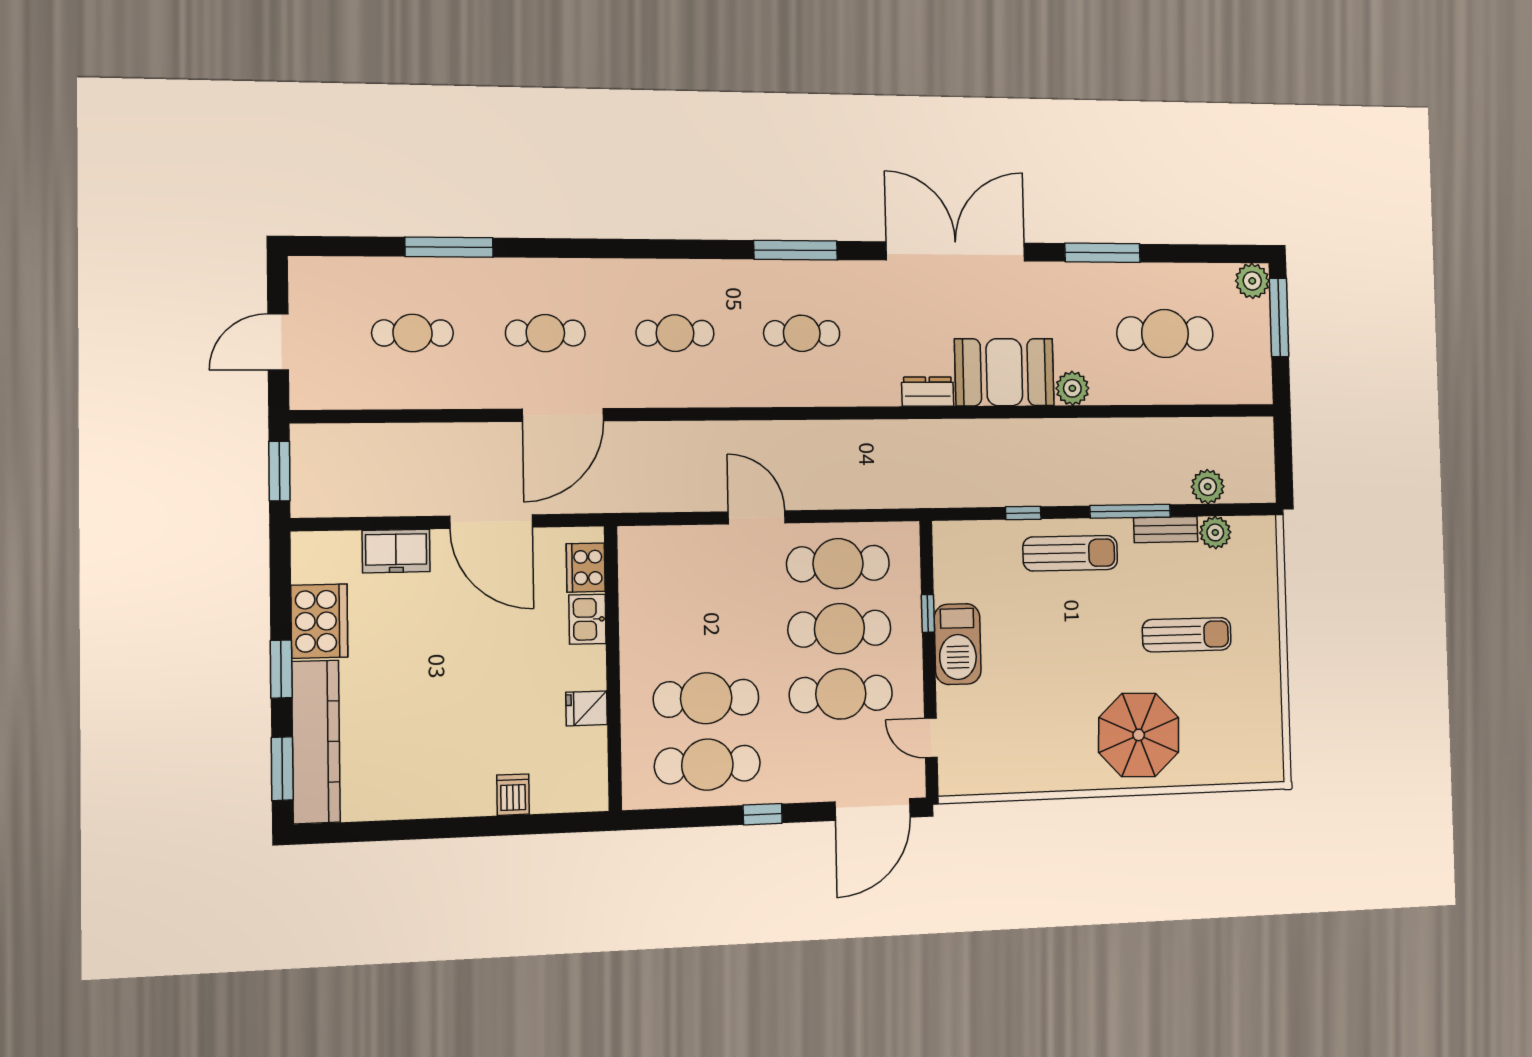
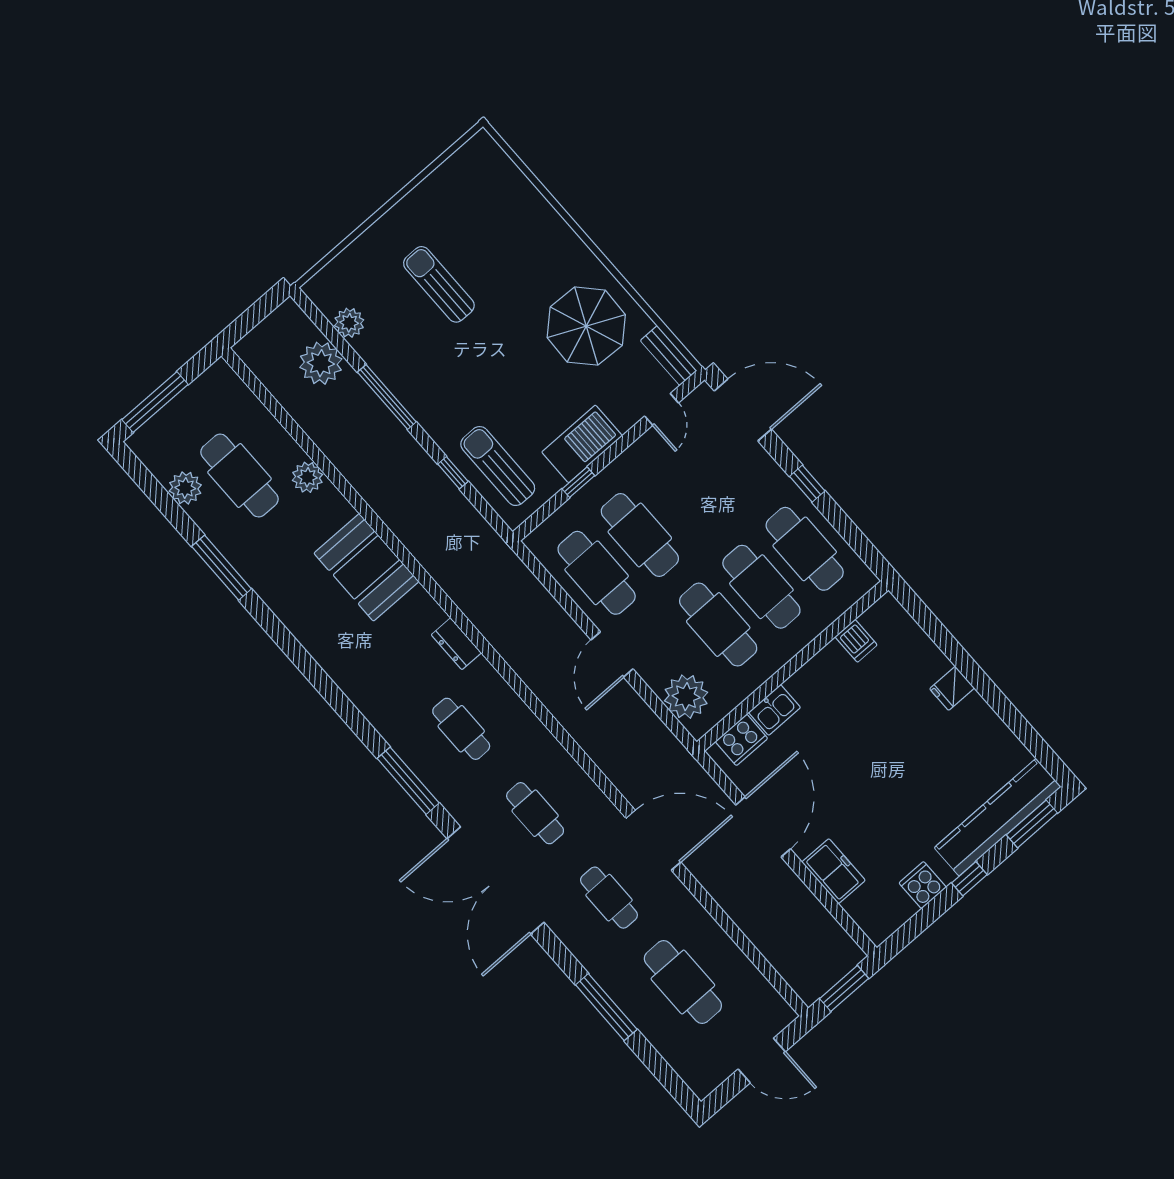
double door: (956, 251) -> (496, 880), moved
plant: (1252, 281) -> (185, 488), moved
cafe table: (413, 333) -> (683, 982), width x1.37, depth x1.35
plant: (1072, 388) -> (307, 477), moved
dresser: (928, 392) -> (456, 644), moved
plant: (1208, 487) -> (321, 363), width x1.36, depth x1.36
bench: (1166, 530) -> (669, 356), moved
plant: (666, 551) -> (686, 697), added
sun lounger: (1070, 553) -> (498, 466), moved
cooker: (319, 621) -> (923, 885), width x0.53, depth x0.76
window: (281, 669) -> (969, 879), width x0.67
cafe table: (841, 694) -> (718, 625), moved
fridge: (587, 708) -> (952, 688), moved, turned 90
parasol: (1139, 735) -> (586, 326), moved
dishwasher: (513, 795) -> (856, 641), moved, turned -90

